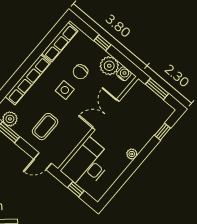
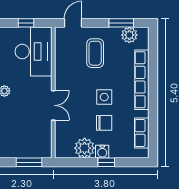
row of seats: (60, 42) -> (142, 133), width x0.68
chair: (80, 72) -> (104, 123), turned 94
water cooler: (124, 74) -> (102, 152), moved
double door: (106, 115) -> (53, 105), width x0.73

